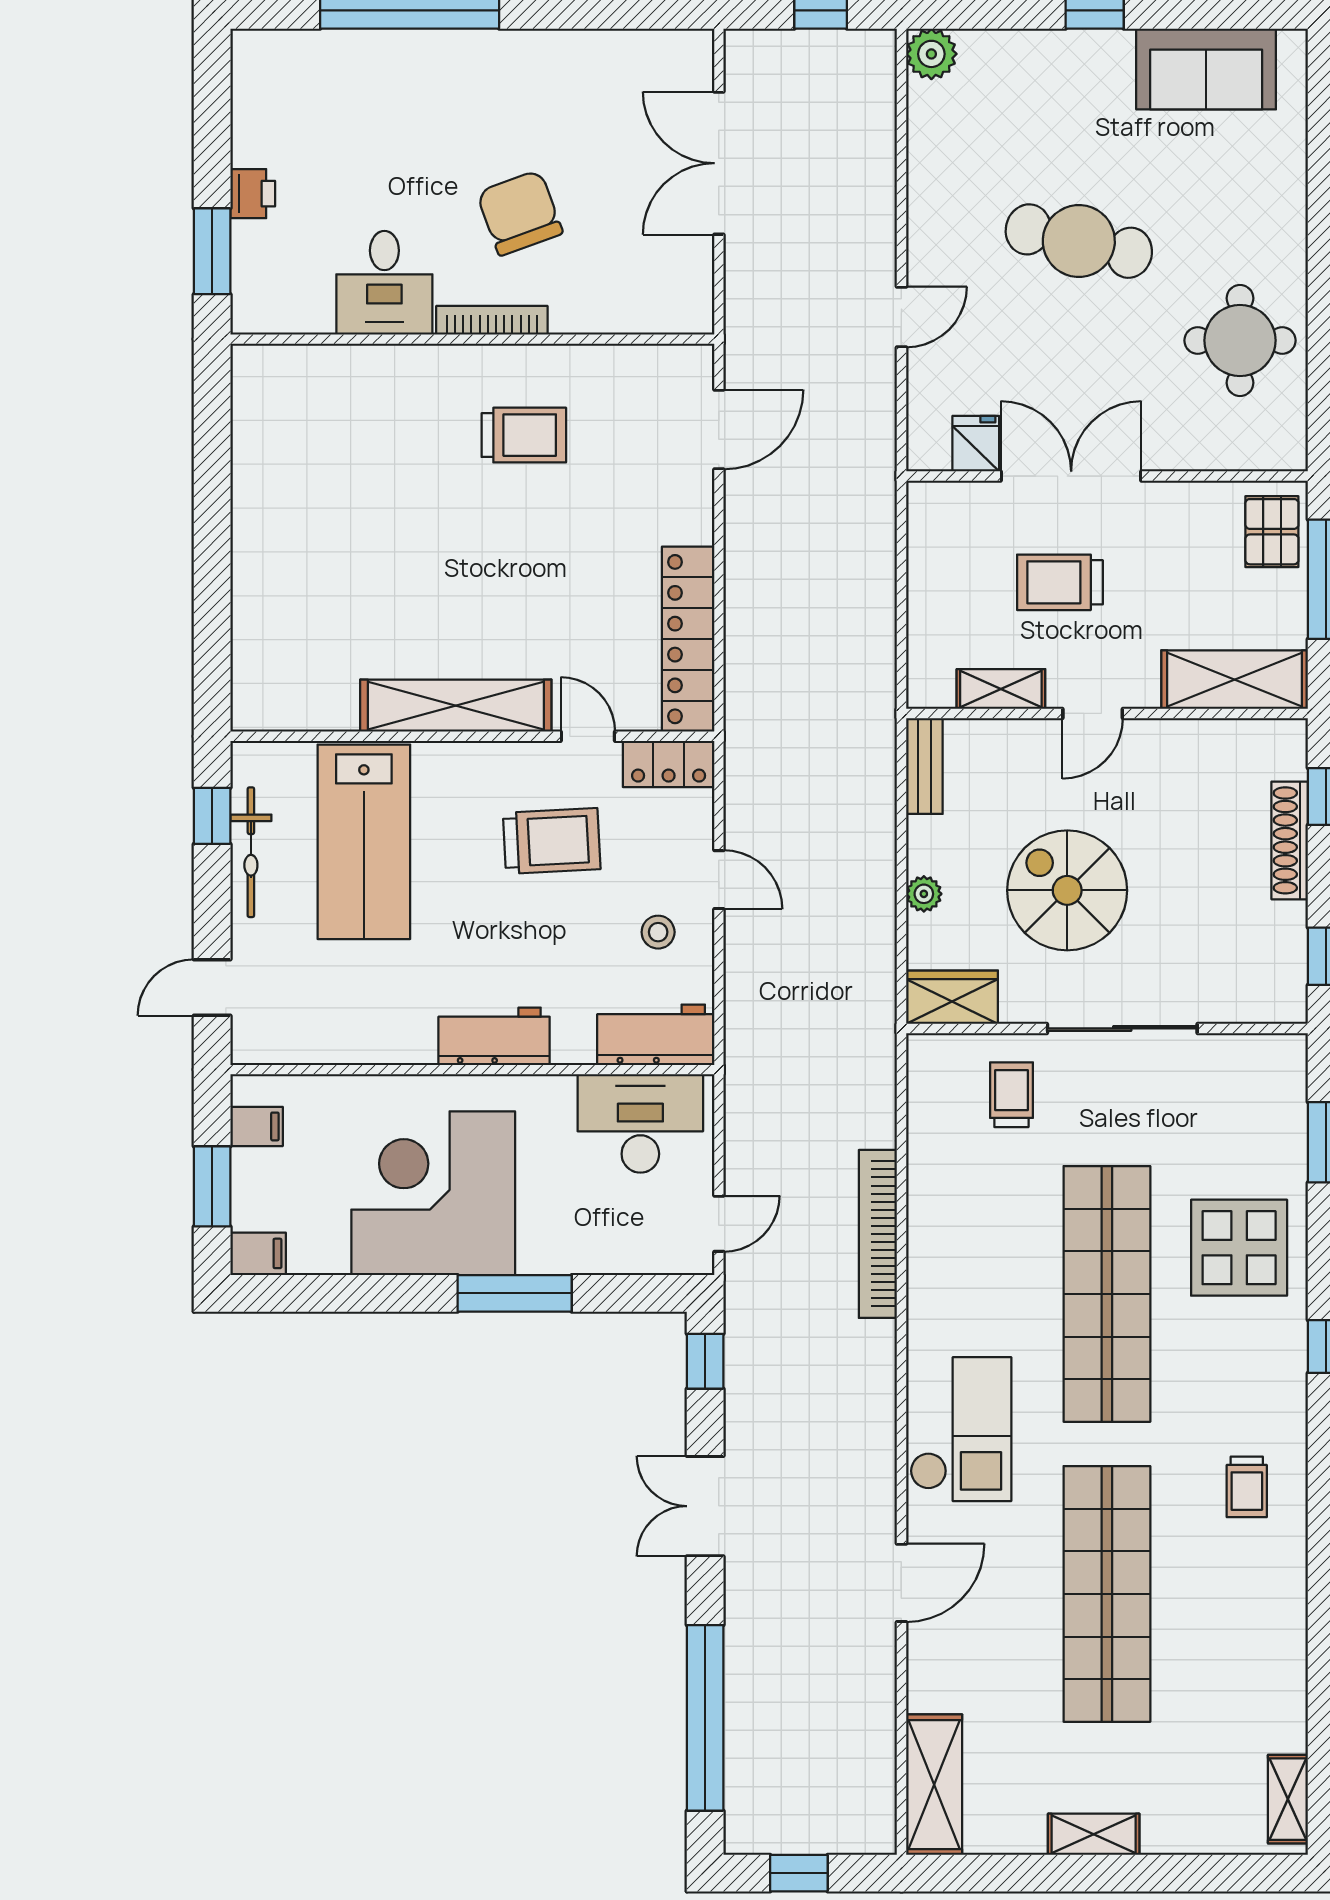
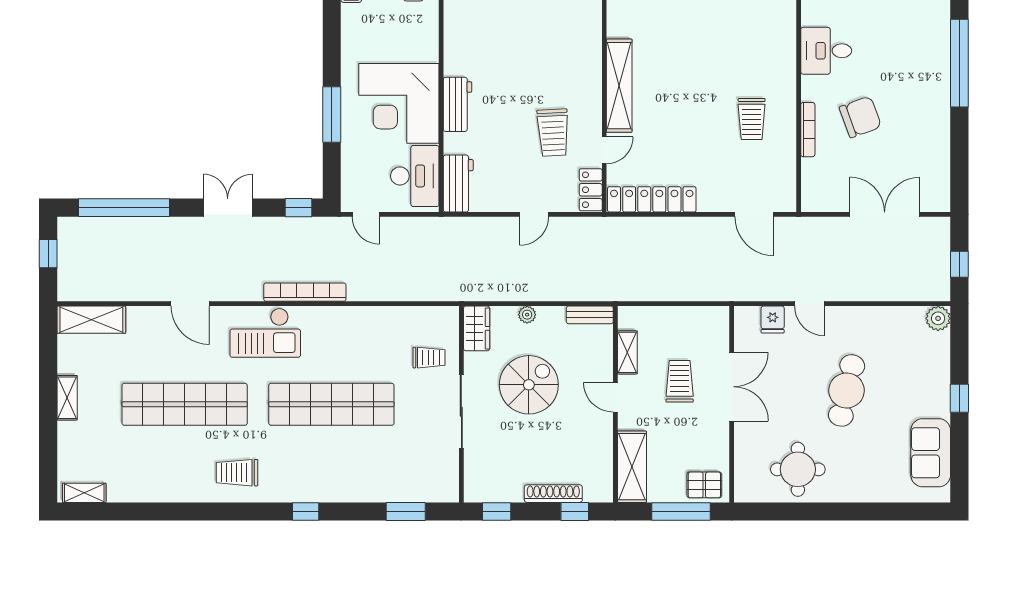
bookcase: (492, 320) -> (808, 130), moved
fridge: (976, 444) -> (773, 320), moved, turned 90
lab bench: (364, 842) -> (553, 41), removed
stool: (658, 932) -> (508, 185), removed
corner desk: (433, 1193) -> (399, 103), moved, turned 180
bookcase: (878, 1234) -> (305, 292), moved
display table: (1239, 1248) -> (354, 469), removed
trolley: (1247, 1487) -> (237, 473), width x1.36, depth x1.39

